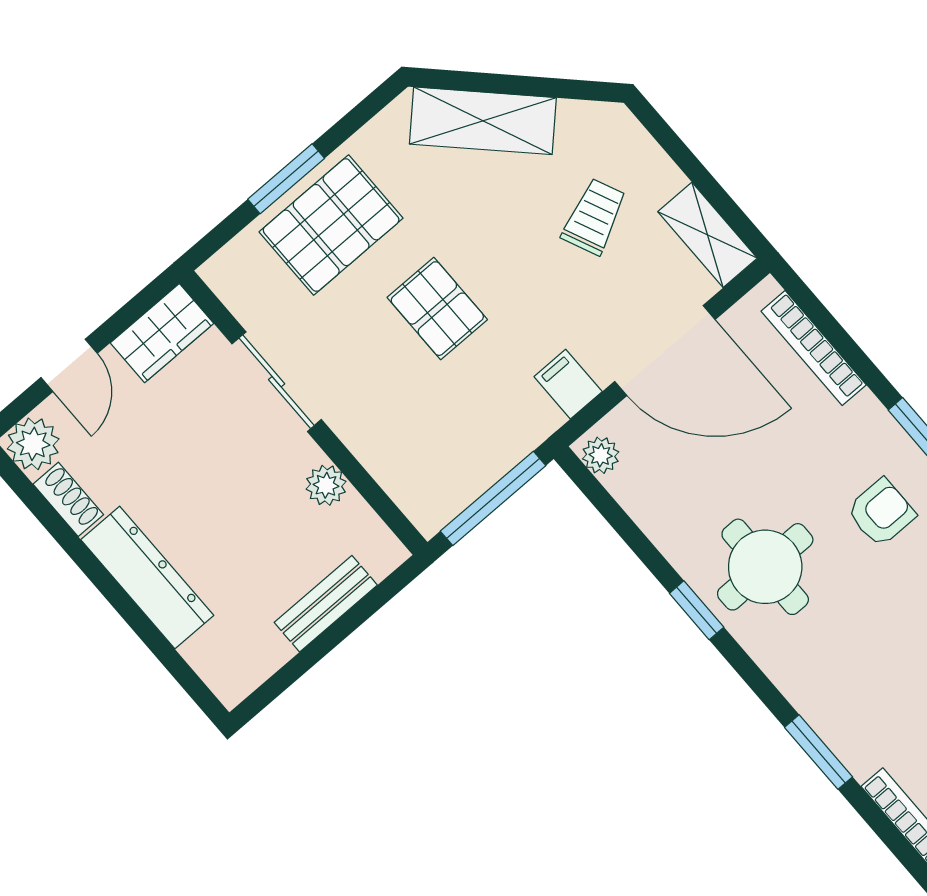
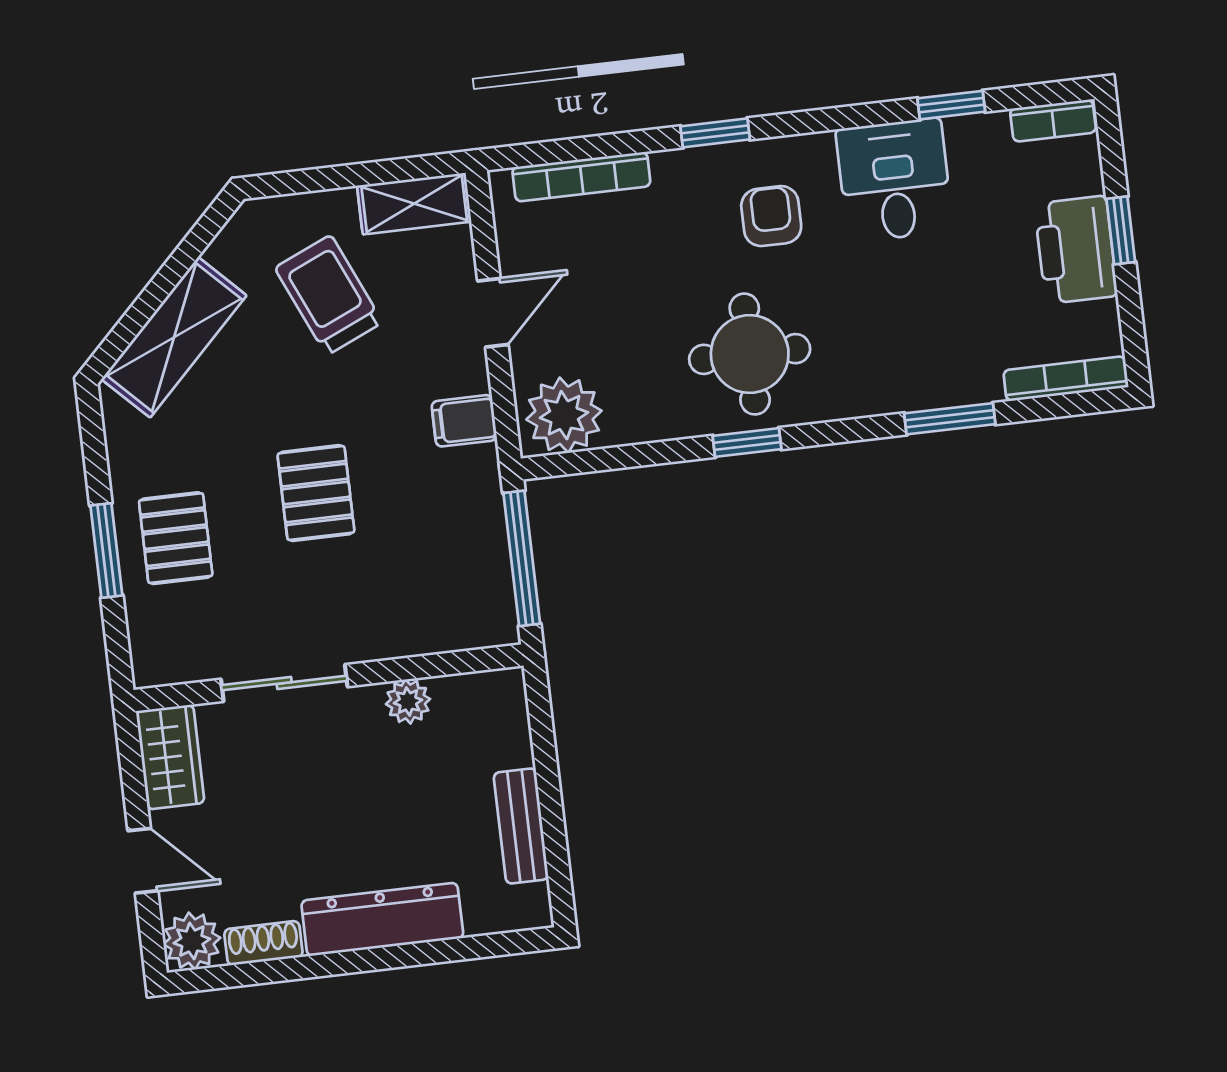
trolley: (594, 217) -> (329, 295), width x1.36, depth x1.39
pallet: (331, 225) -> (176, 538), width x0.67, depth x0.71
pallet: (437, 309) -> (316, 493), turned 90
door: (665, 351) -> (493, 313), width x0.53
plant: (601, 455) -> (564, 415), width x1.87, depth x1.87
bench: (326, 604) -> (521, 826), moved

